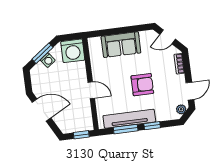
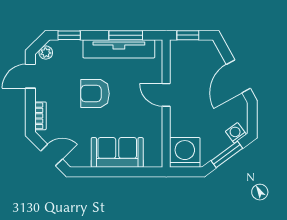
washing machine: (48, 60) -> (236, 133), moved
door: (42, 110) -> (238, 76), hinge flipped
window: (152, 126) -> (69, 35), moved

